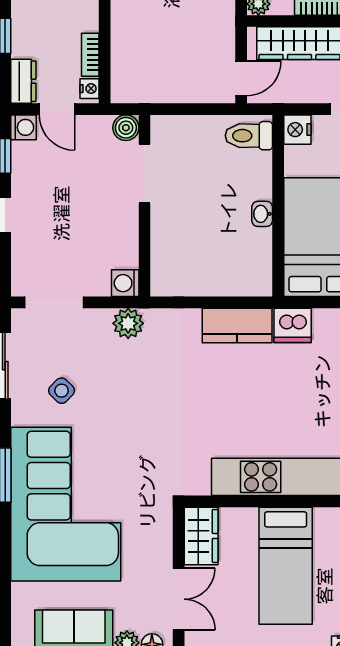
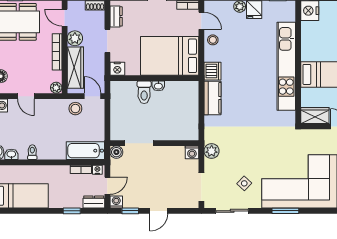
stool: (215, 43) -> (75, 109), added
bathtub: (129, 64) -> (85, 151), added
toilet: (249, 136) -> (144, 92), moved

